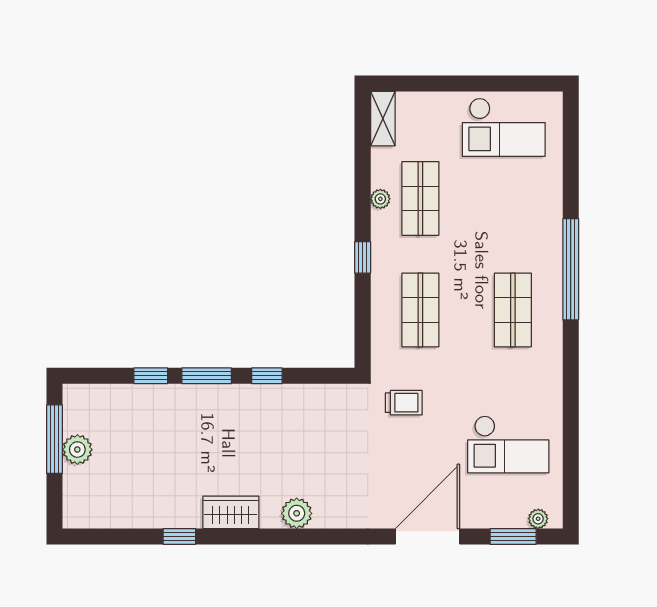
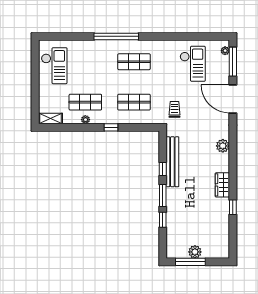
bench: (284, 398) -> (172, 162), added
plant: (297, 513) -> (223, 146), moved
window: (513, 536) -> (233, 62), width x1.44

